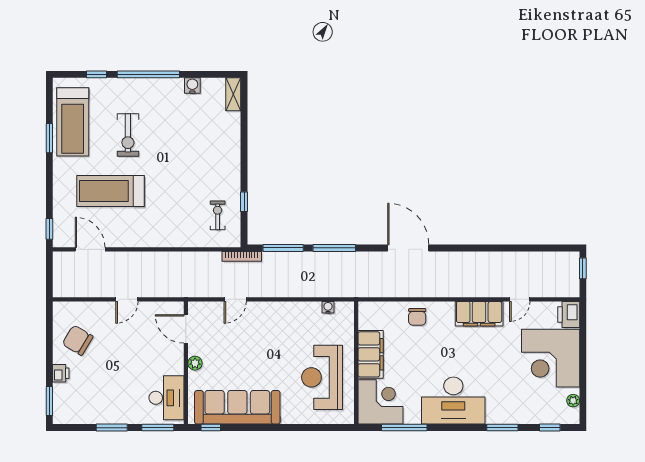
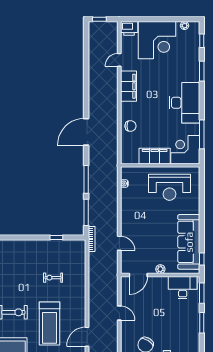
exercise bike: (218, 215) -> (53, 278), moved
door: (520, 299) -> (119, 60), swing flipped

